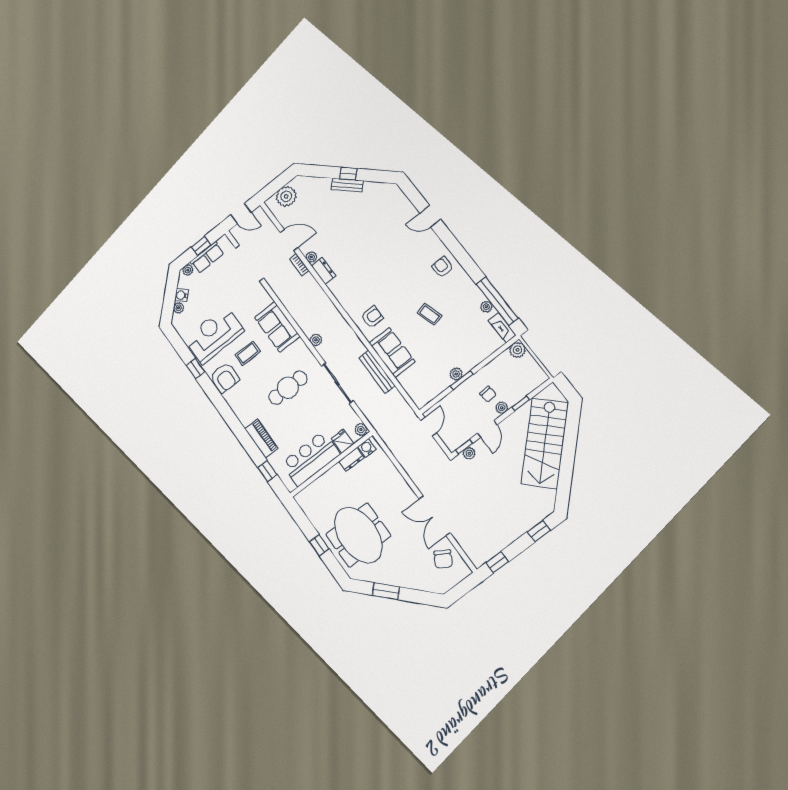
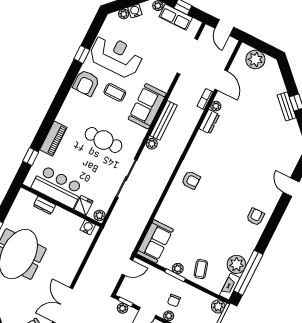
plant: (486, 307) -> (236, 264), width x1.88, depth x1.88
coffee table: (430, 314) -> (201, 269), moved
sofa: (392, 352) -> (155, 241), moved
bench: (377, 372) -> (164, 120), moved
dresser: (351, 460) -> (44, 205), moved

